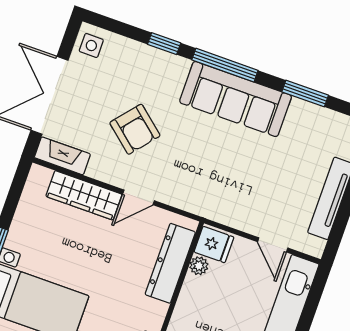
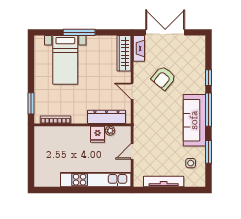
side table: (91, 46) -> (191, 163), moved
wardrobe: (84, 195) -> (124, 53), moved
fridge: (214, 245) -> (98, 134), moved
door: (273, 245) -> (132, 151), moved

